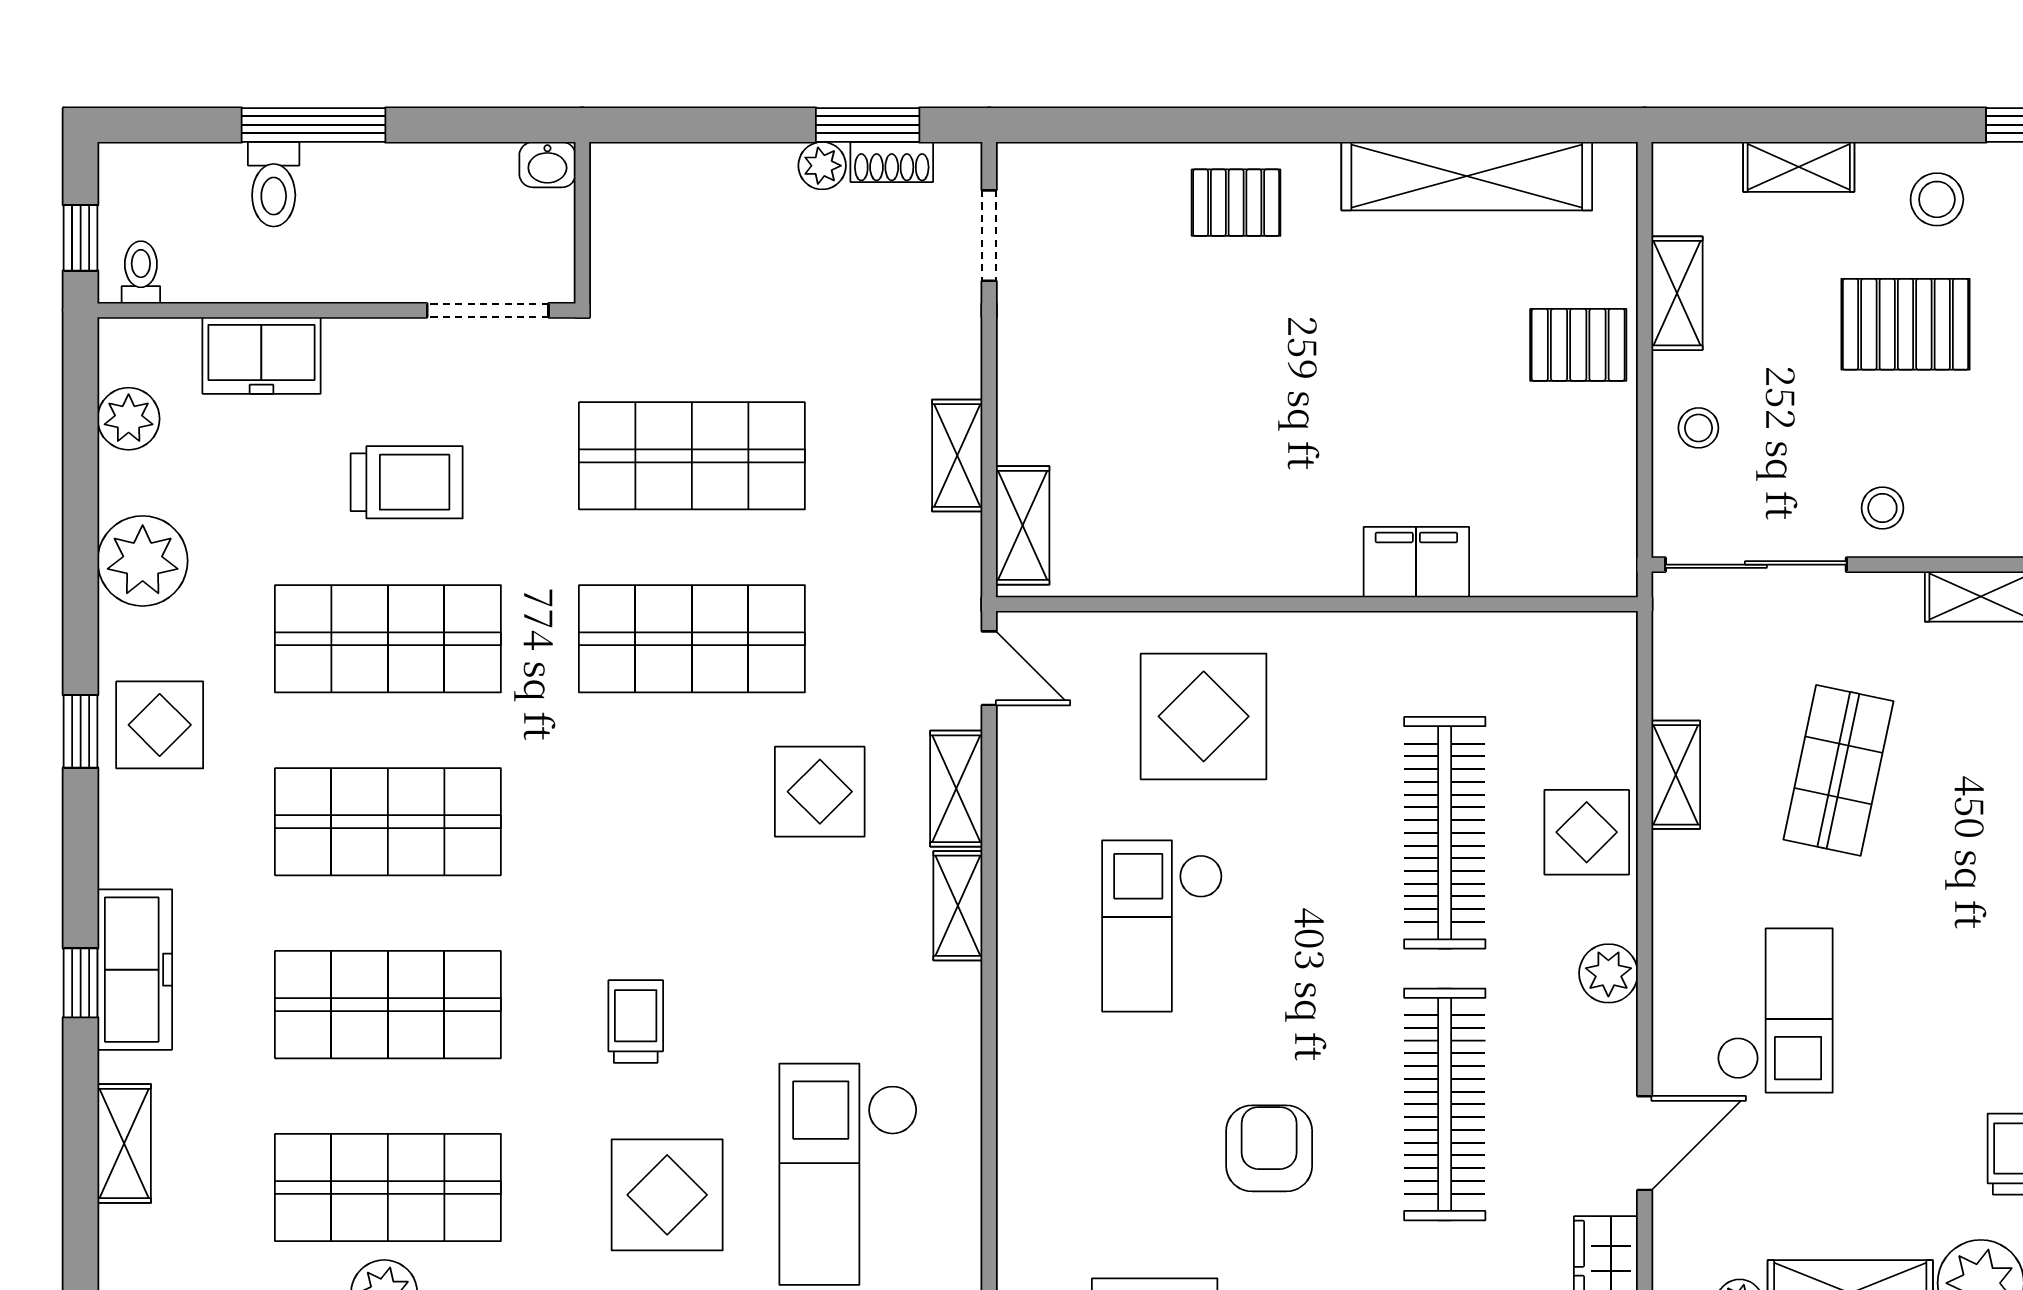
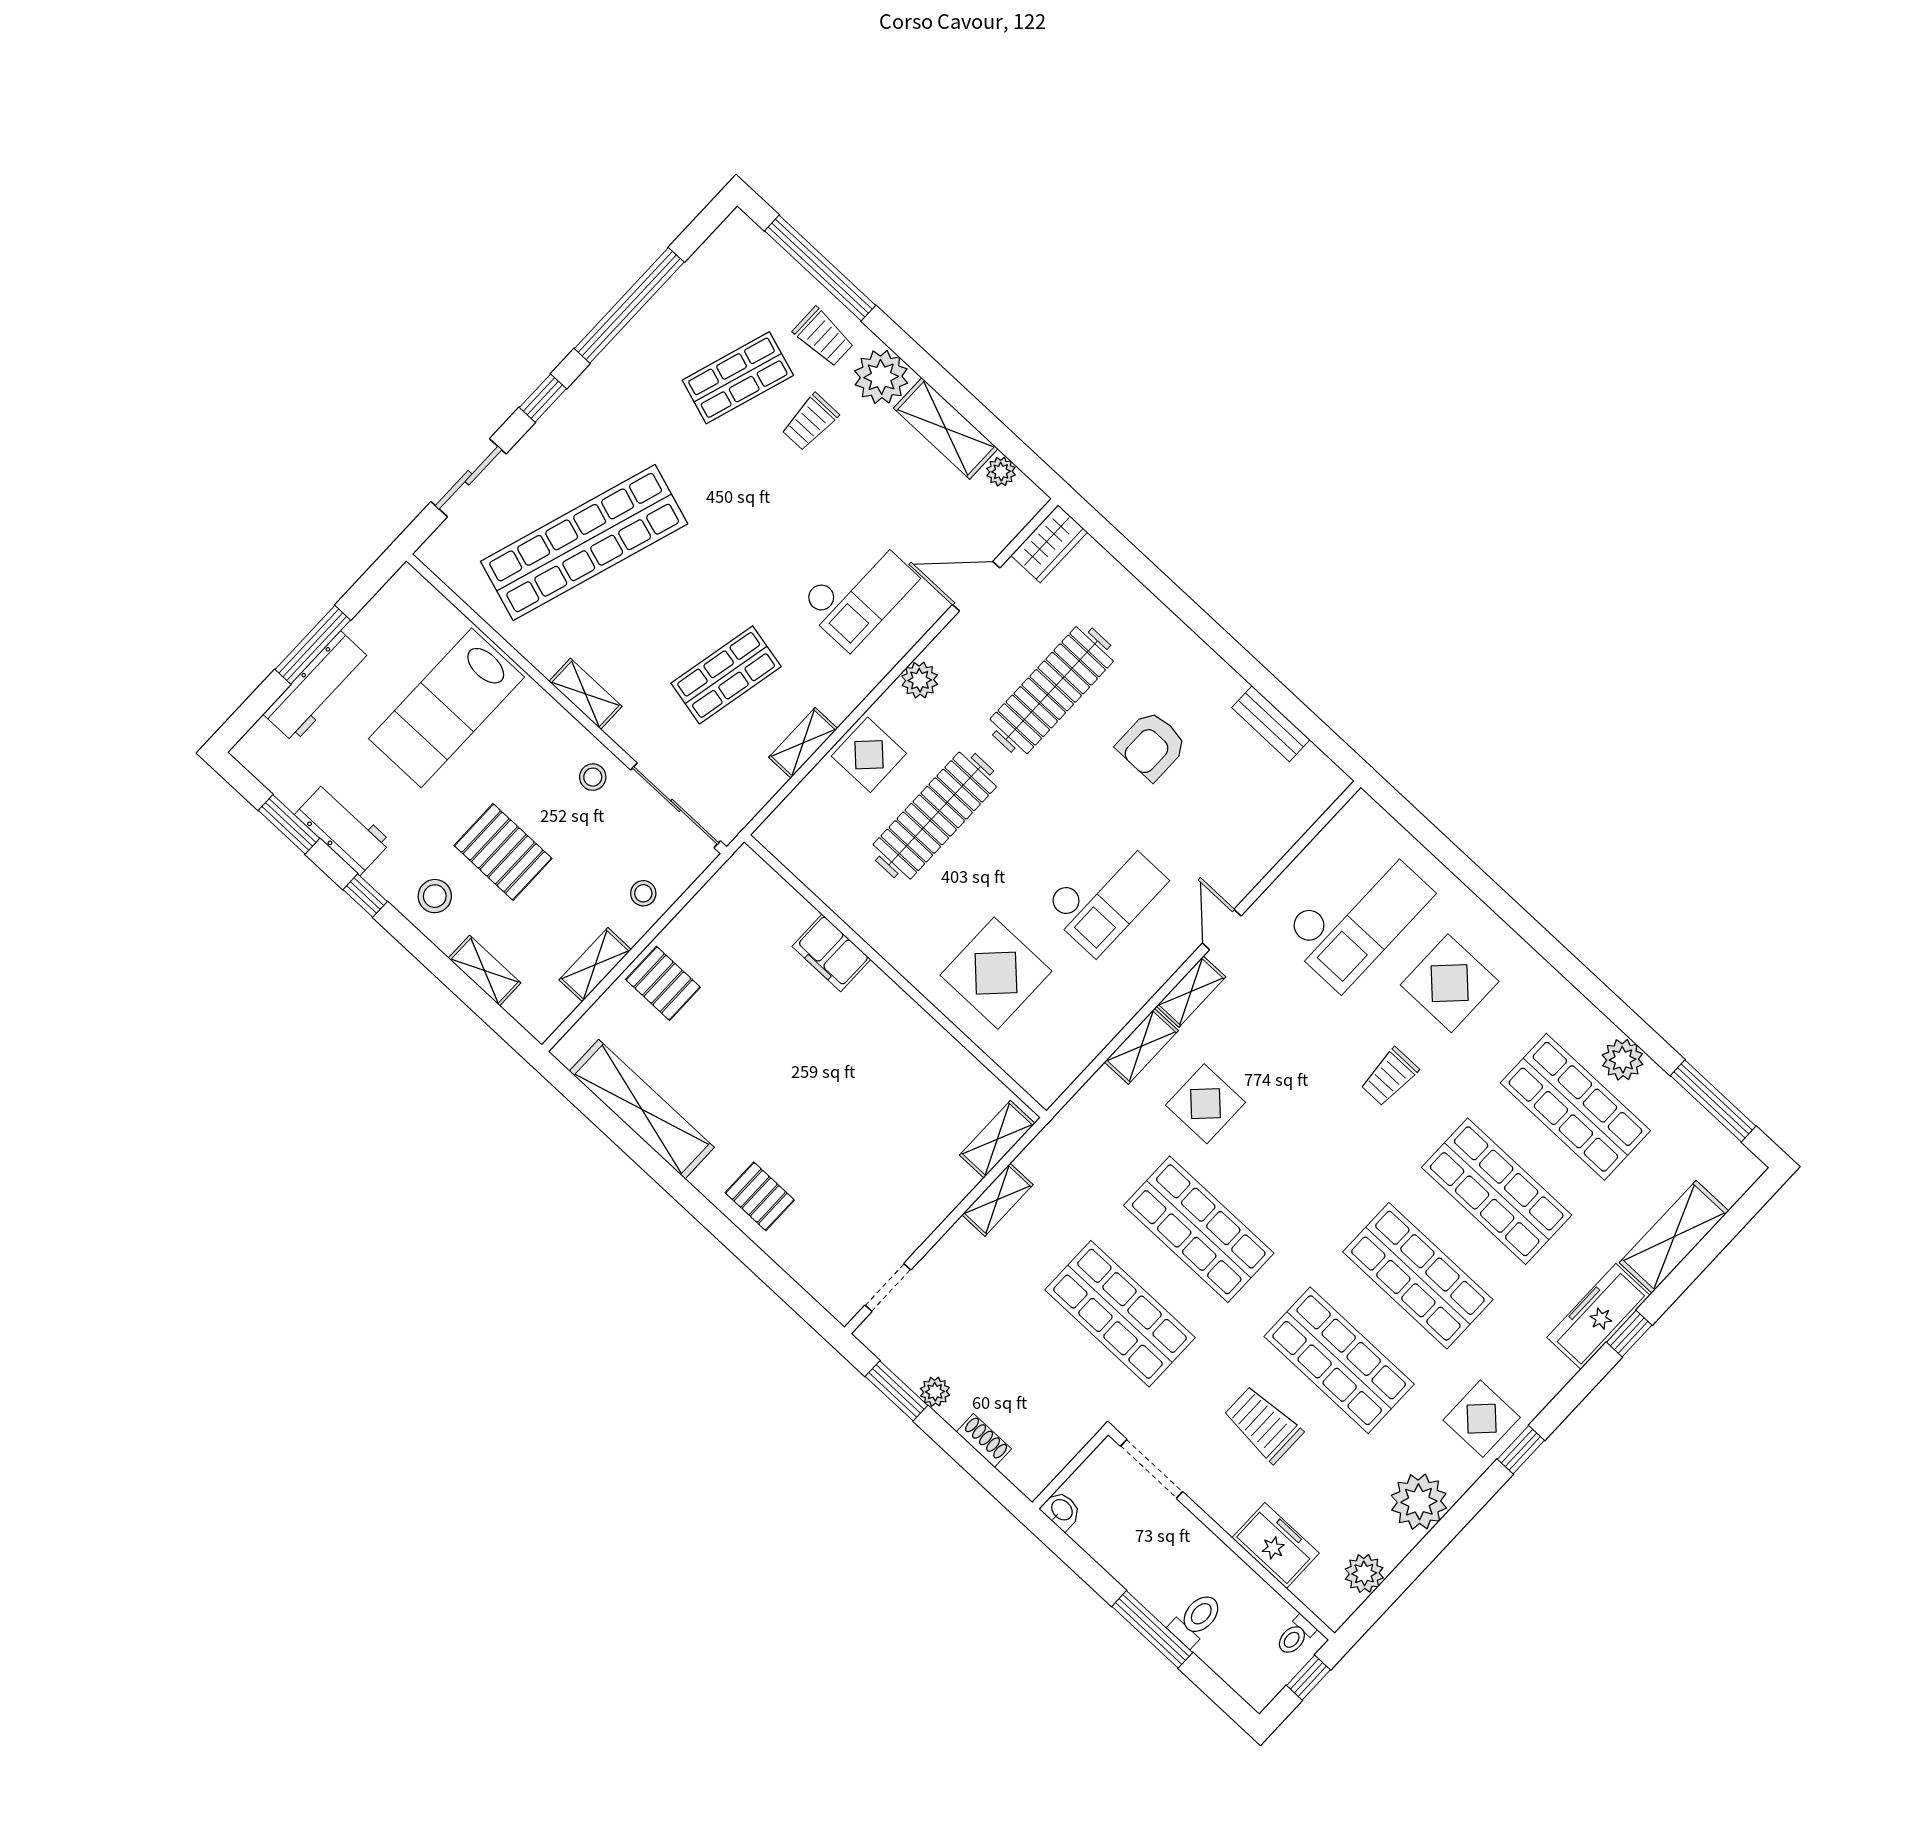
shoe rack: (892, 162) -> (984, 1440), moved
door: (989, 668) -> (1222, 929), moved
checkout: (1775, 1010) -> (859, 591), turned 180
shelving: (124, 1144) -> (1674, 1237), width x1.50, depth x1.33

